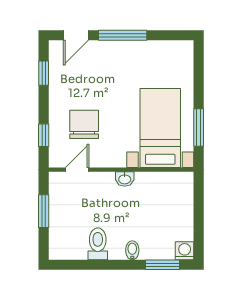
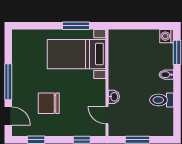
chair: (84, 124) -> (49, 103), moved
washbasin: (125, 179) -> (114, 97), moved

